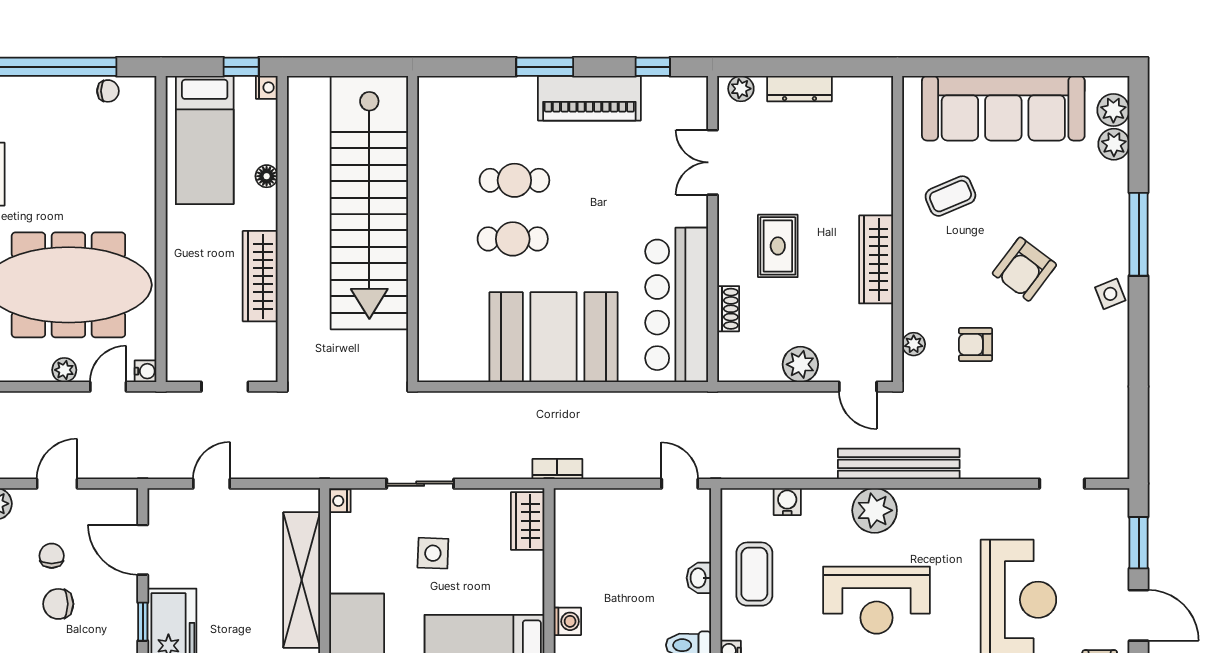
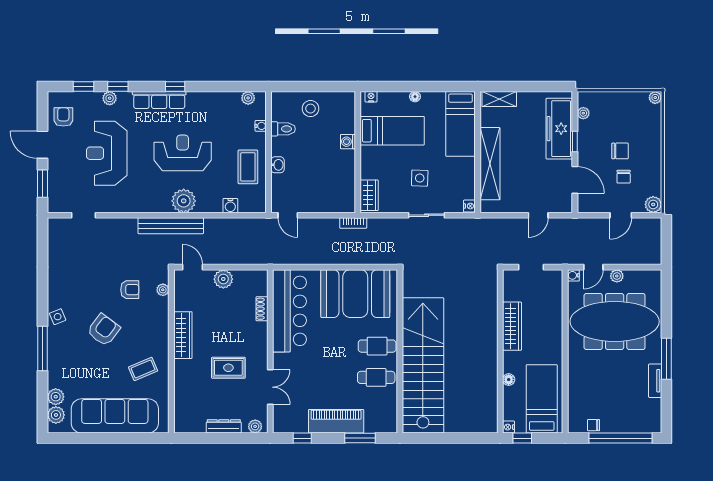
stairs: (369, 203) -> (423, 365), moved
wall: (413, 229) -> (400, 351), moved
rug: (778, 246) -> (228, 368), moved, turned 90

